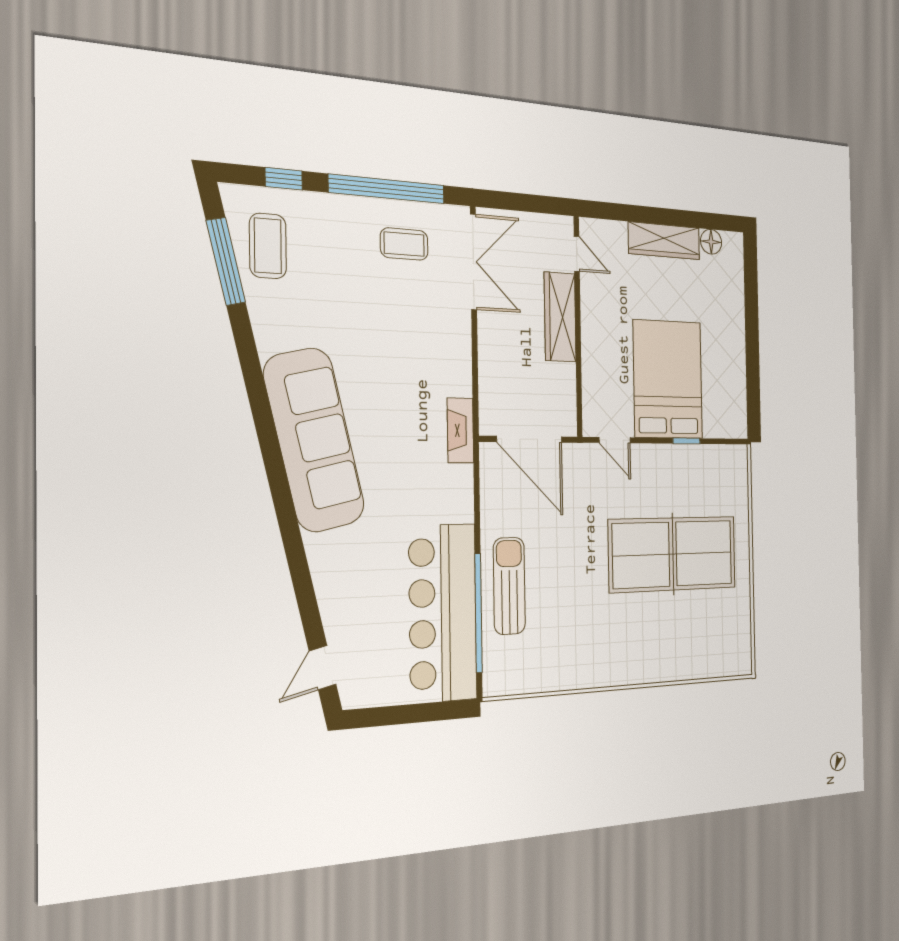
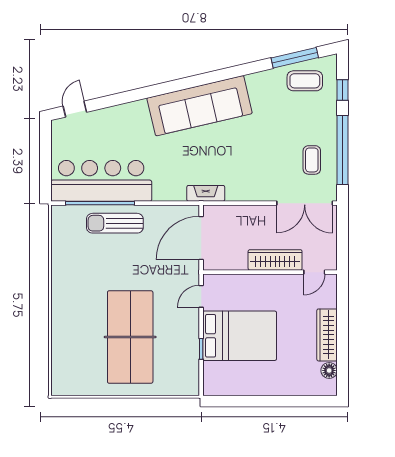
sun lounger: (509, 586) -> (115, 223), turned 180
door: (323, 668) -> (75, 109), hinge flipped

